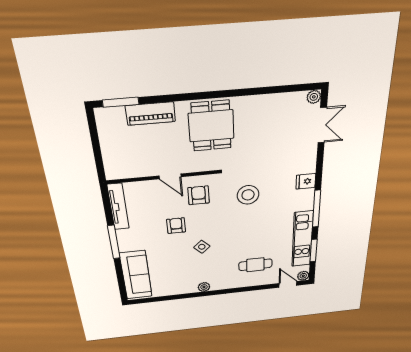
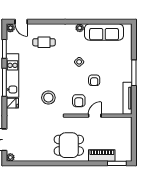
dining table: (211, 126) -> (69, 145), turned 90
door: (170, 176) -> (95, 116), hinge flipped
kitchen unit: (302, 239) -> (13, 75), moved
sofa: (136, 275) -> (104, 32), moved, turned -90

